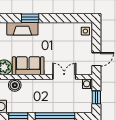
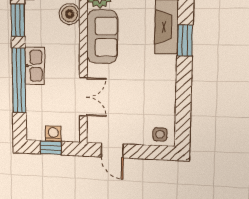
washing machine: (87, 84) -> (53, 134), moved
kitchen sink: (46, 107) -> (35, 66), added

